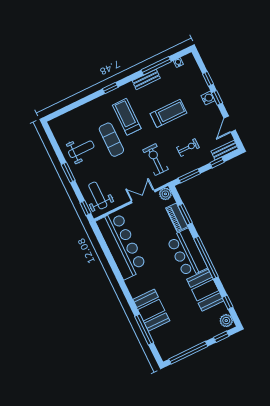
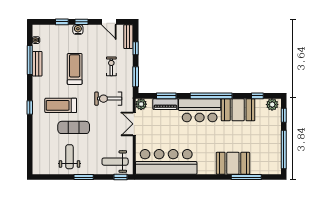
bench: (146, 79) -> (37, 64), moved

